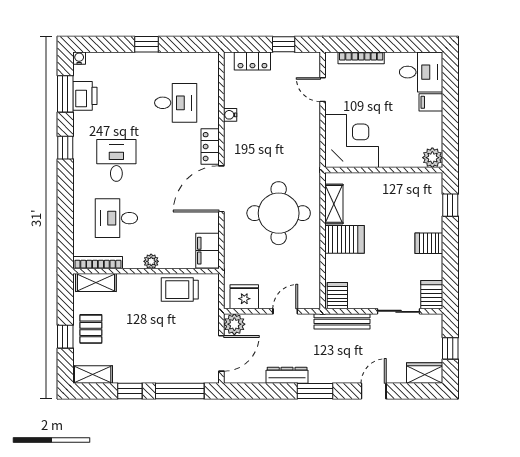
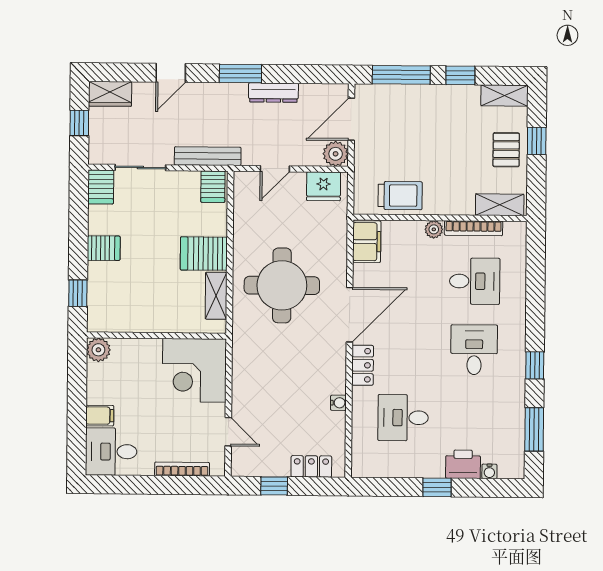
water cooler: (79, 58) -> (489, 471), moved
printer: (85, 96) -> (463, 464), moved, turned 90
desk: (116, 160) -> (474, 350), turned 180
bookcase: (98, 263) -> (474, 228), moved

